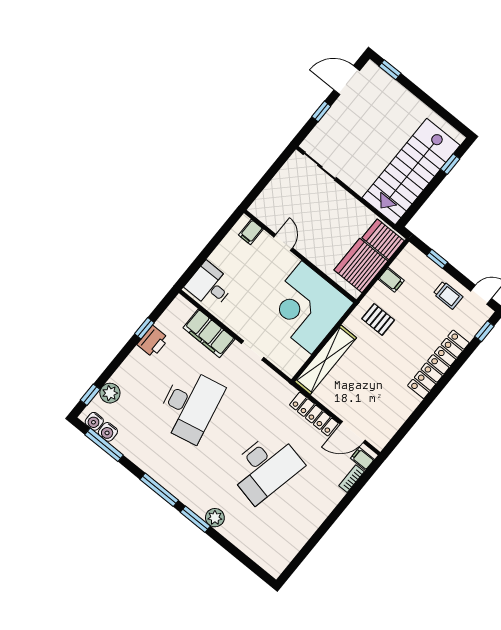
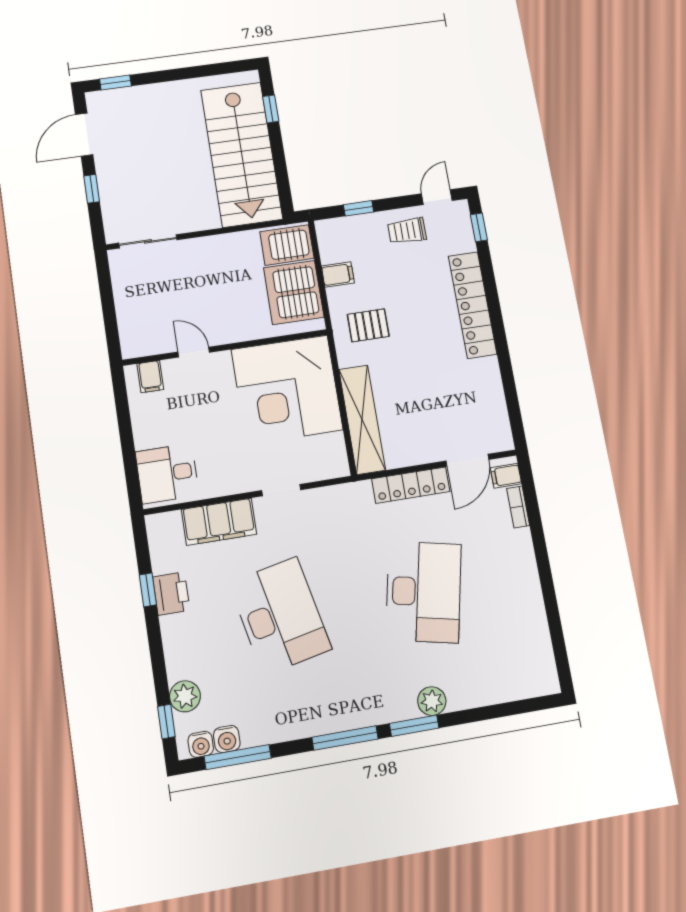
trolley: (448, 295) -> (407, 231), turned 180

